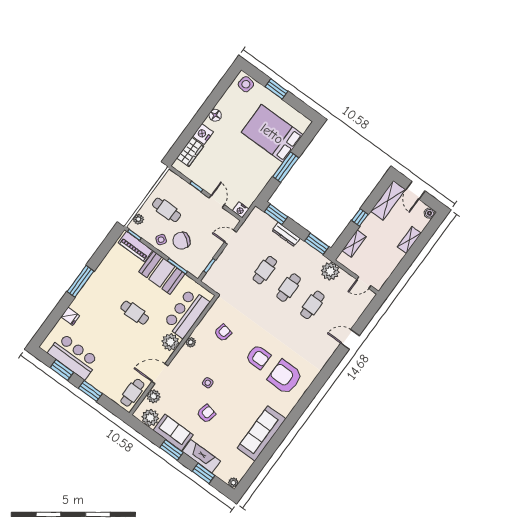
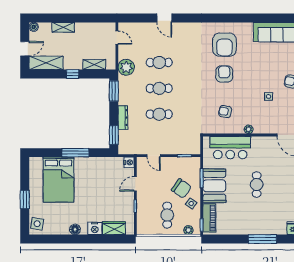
plant: (170, 342) -> (259, 144), removed

